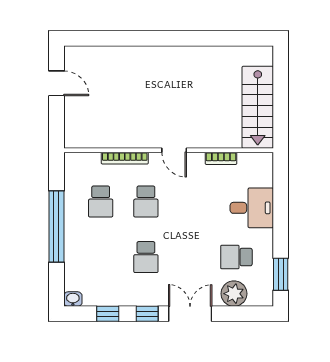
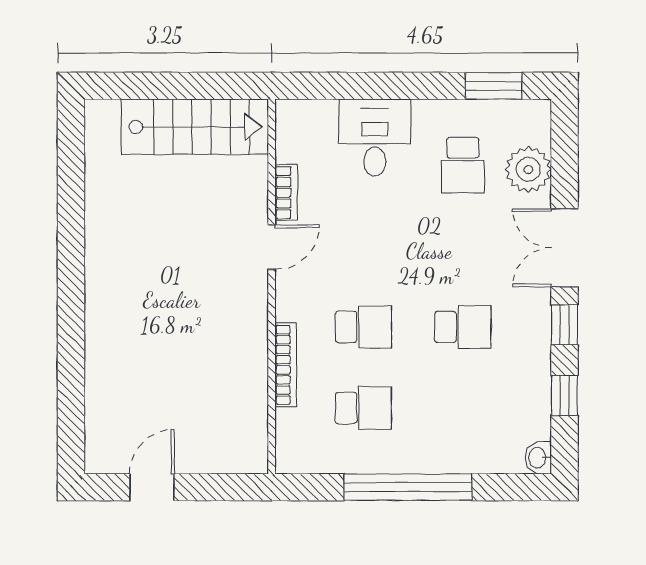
door: (174, 150) -> (272, 247), moved

